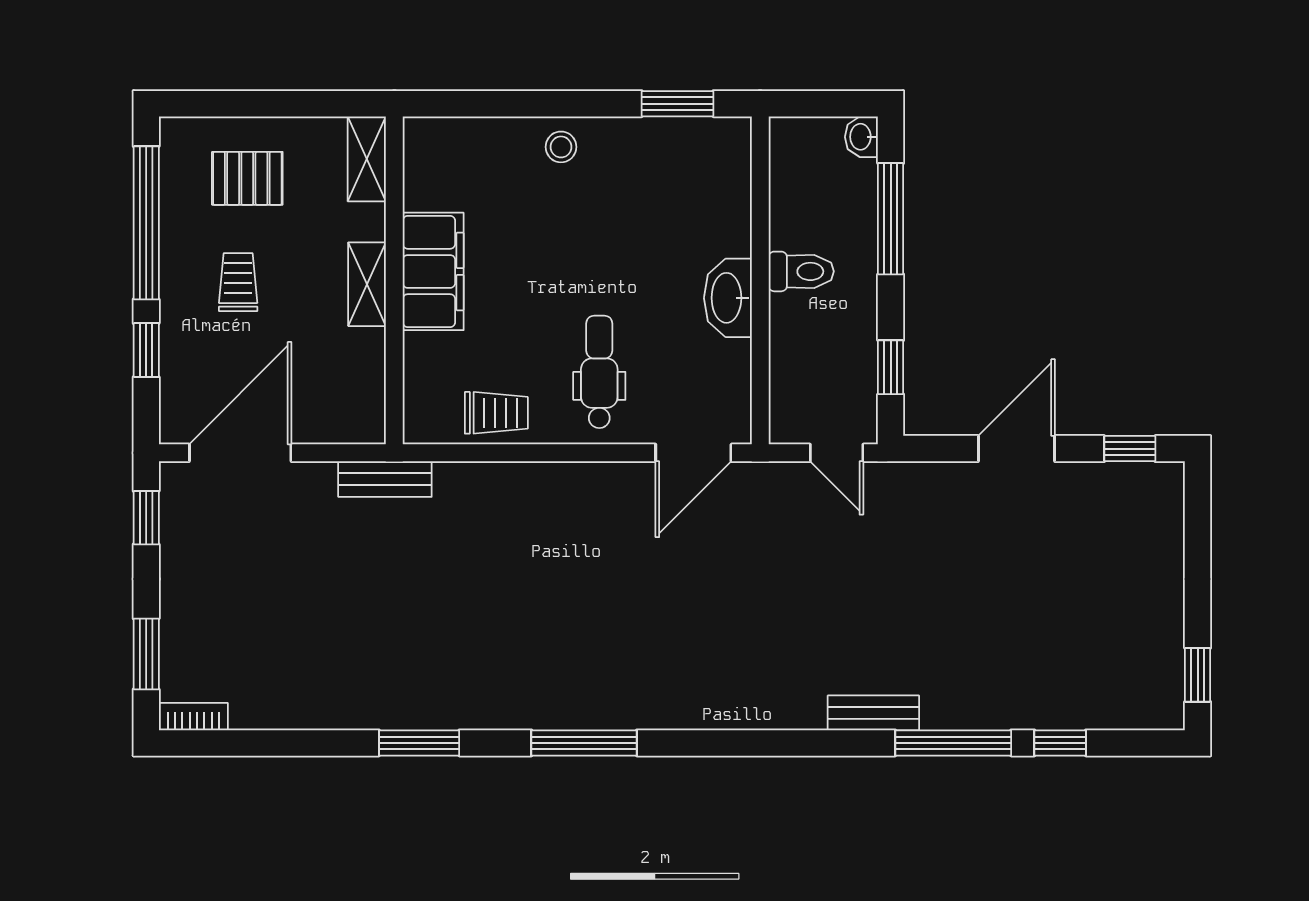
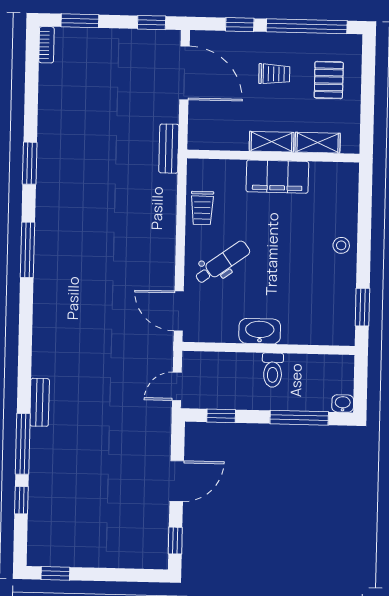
shelving: (367, 159) -> (318, 143), moved
dental chair: (599, 372) -> (222, 263), turned -36
door: (1017, 449) -> (177, 481), hinge flipped

